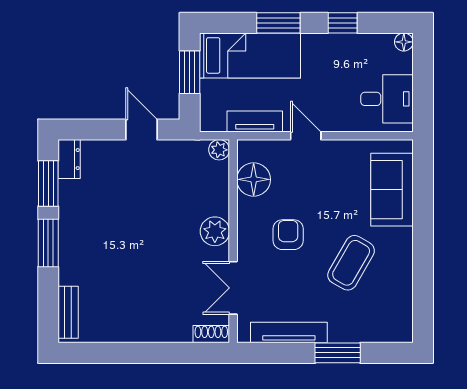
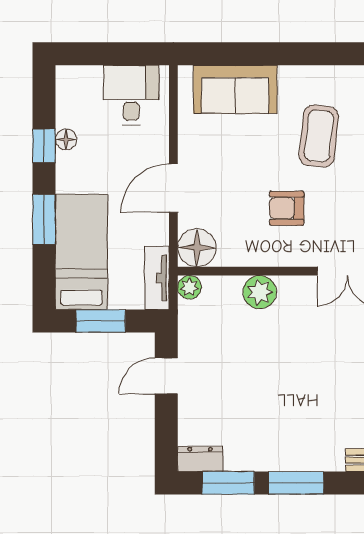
floor lamp: (404, 42) -> (66, 140), moved
tv unit: (255, 121) -> (157, 278), moved
door: (306, 136) -> (173, 188), width x1.37
floor lamp: (254, 179) -> (197, 248), moved
plant: (215, 231) -> (260, 292), moved
coffee table: (351, 263) -> (319, 136), turned 66

